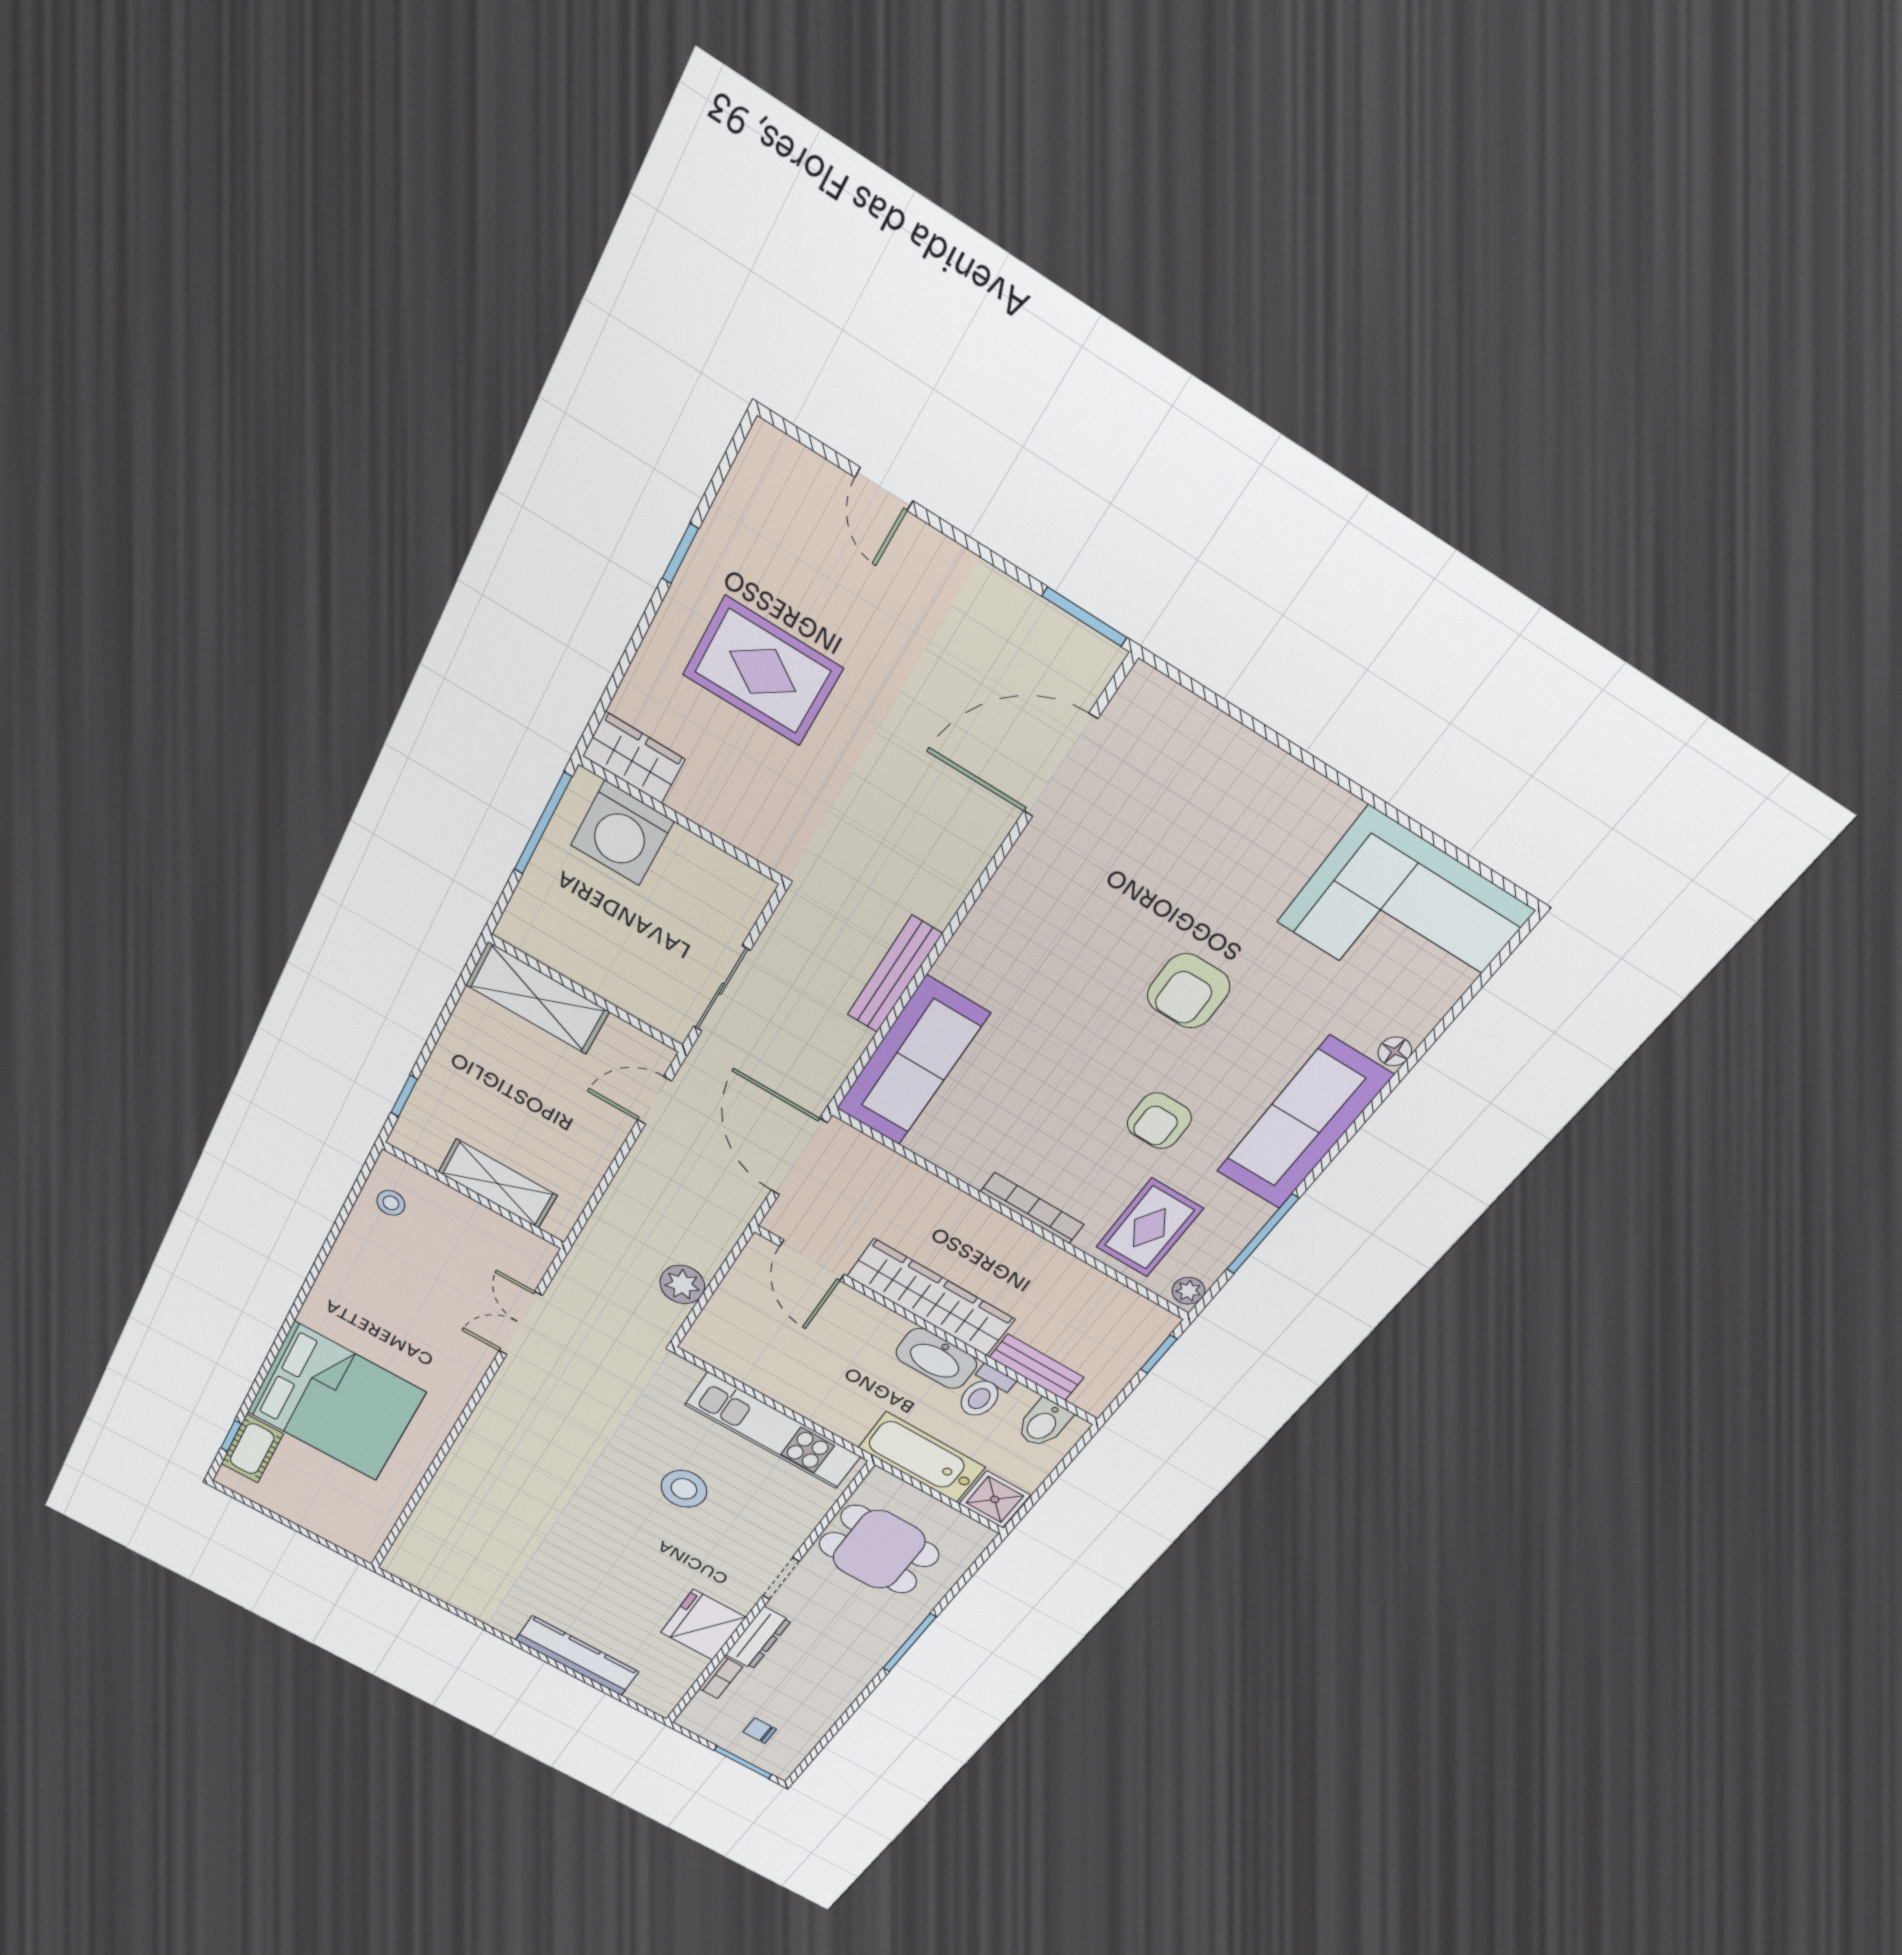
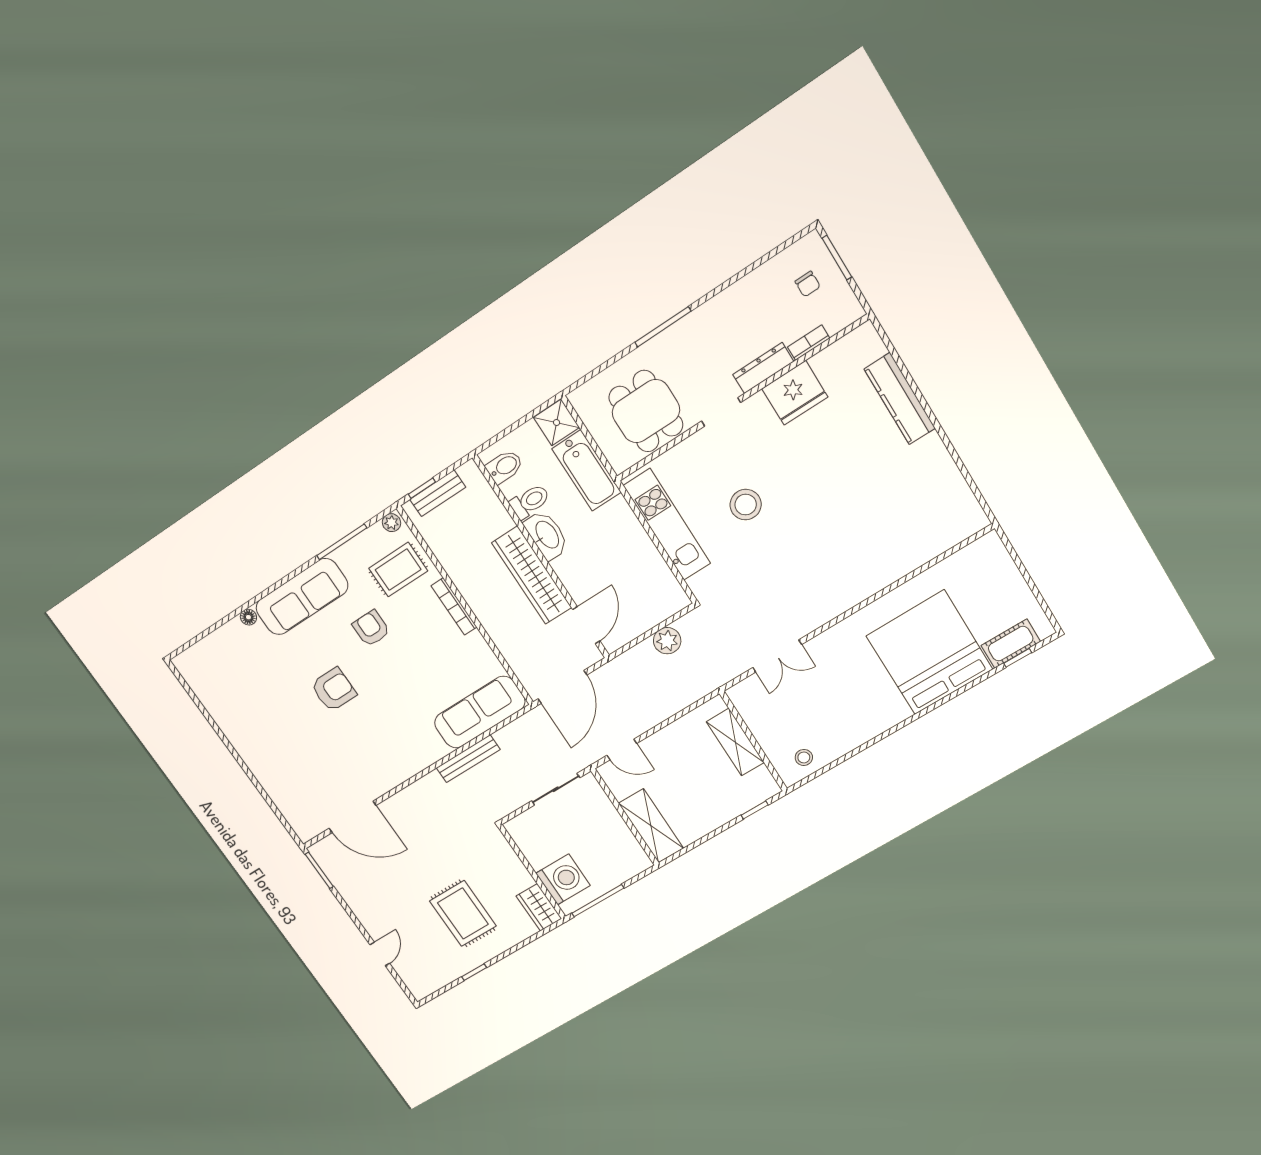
corner sofa: (1405, 916) -> (226, 682), removed
armchair: (1159, 1121) -> (371, 628), turned -90
bench: (1037, 1367) -> (438, 493), moved, turned 90

